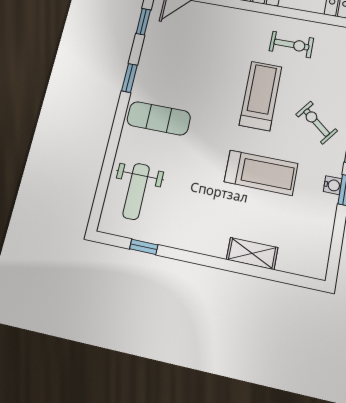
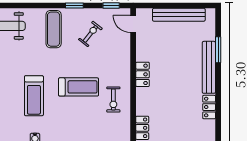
exercise bike: (317, 123) -> (90, 34), moved

